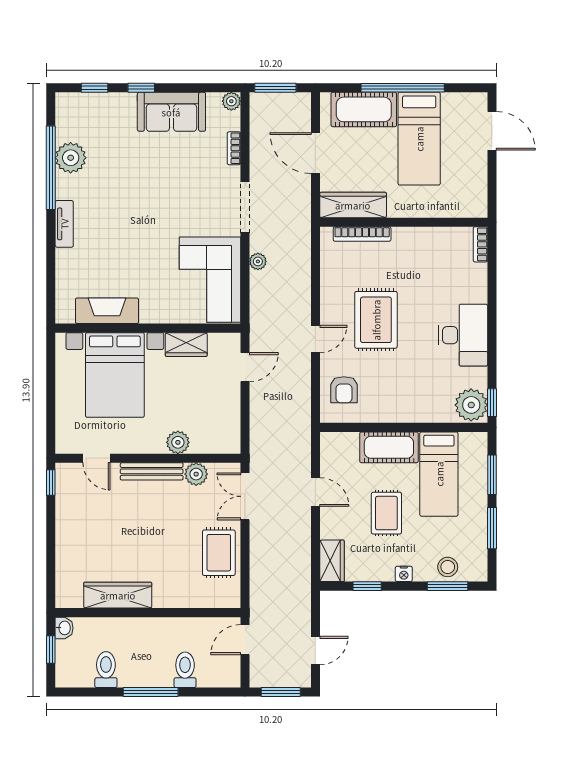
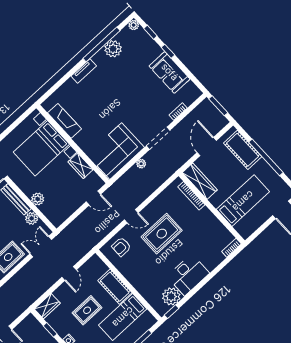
plant: (231, 101) -> (134, 25), moved
bed: (419, 139) -> (243, 201), moved, turned 180
plant: (471, 405) -> (171, 296), moved

